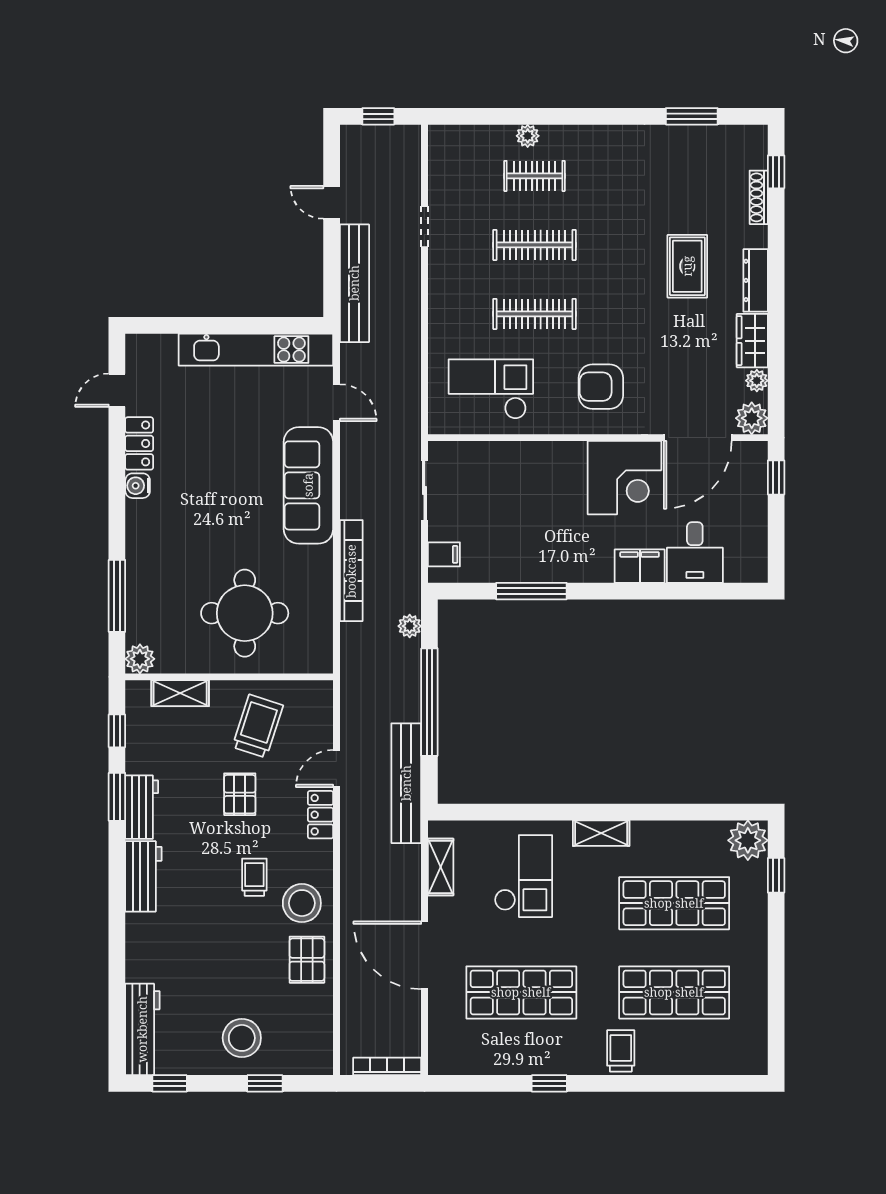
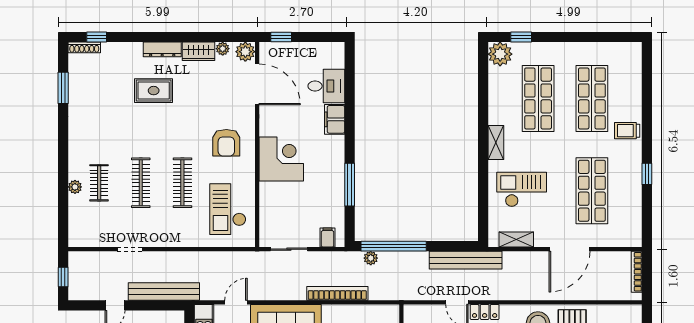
shoe rack: (759, 197) -> (84, 47), moved
corner desk: (624, 478) -> (281, 159), moved
window: (429, 702) -> (394, 246), moved

